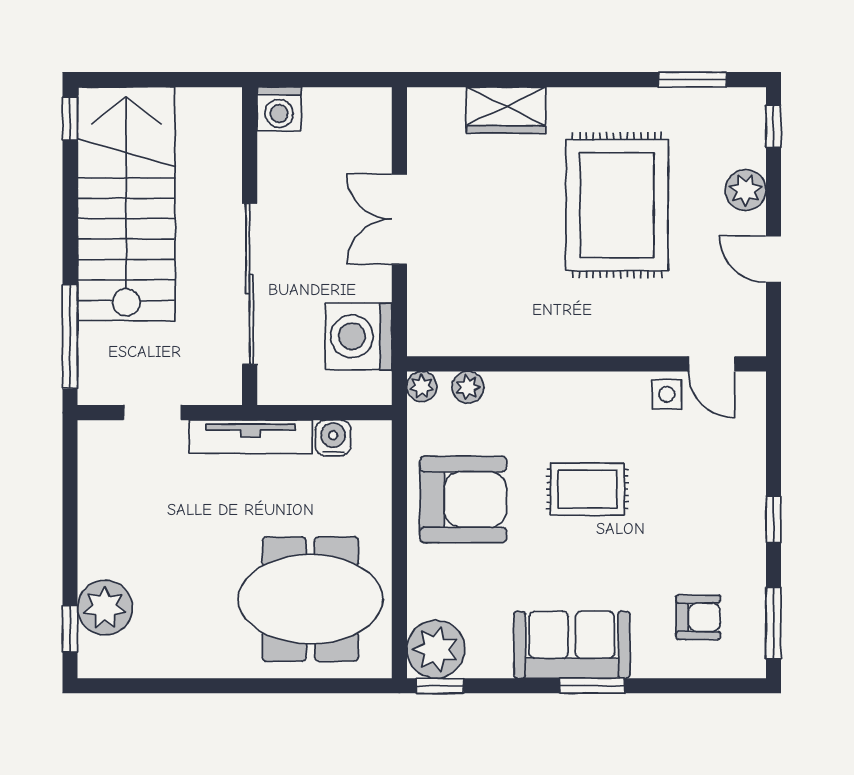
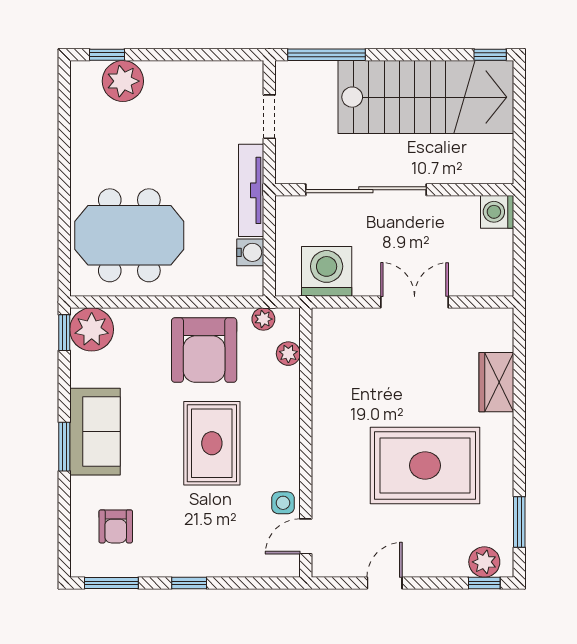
plant: (746, 190) -> (484, 562), moved
plant: (422, 387) -> (263, 319), moved
rug: (587, 489) -> (212, 443), width x1.36, depth x1.43
meeting table: (310, 599) -> (129, 235), turned 90

